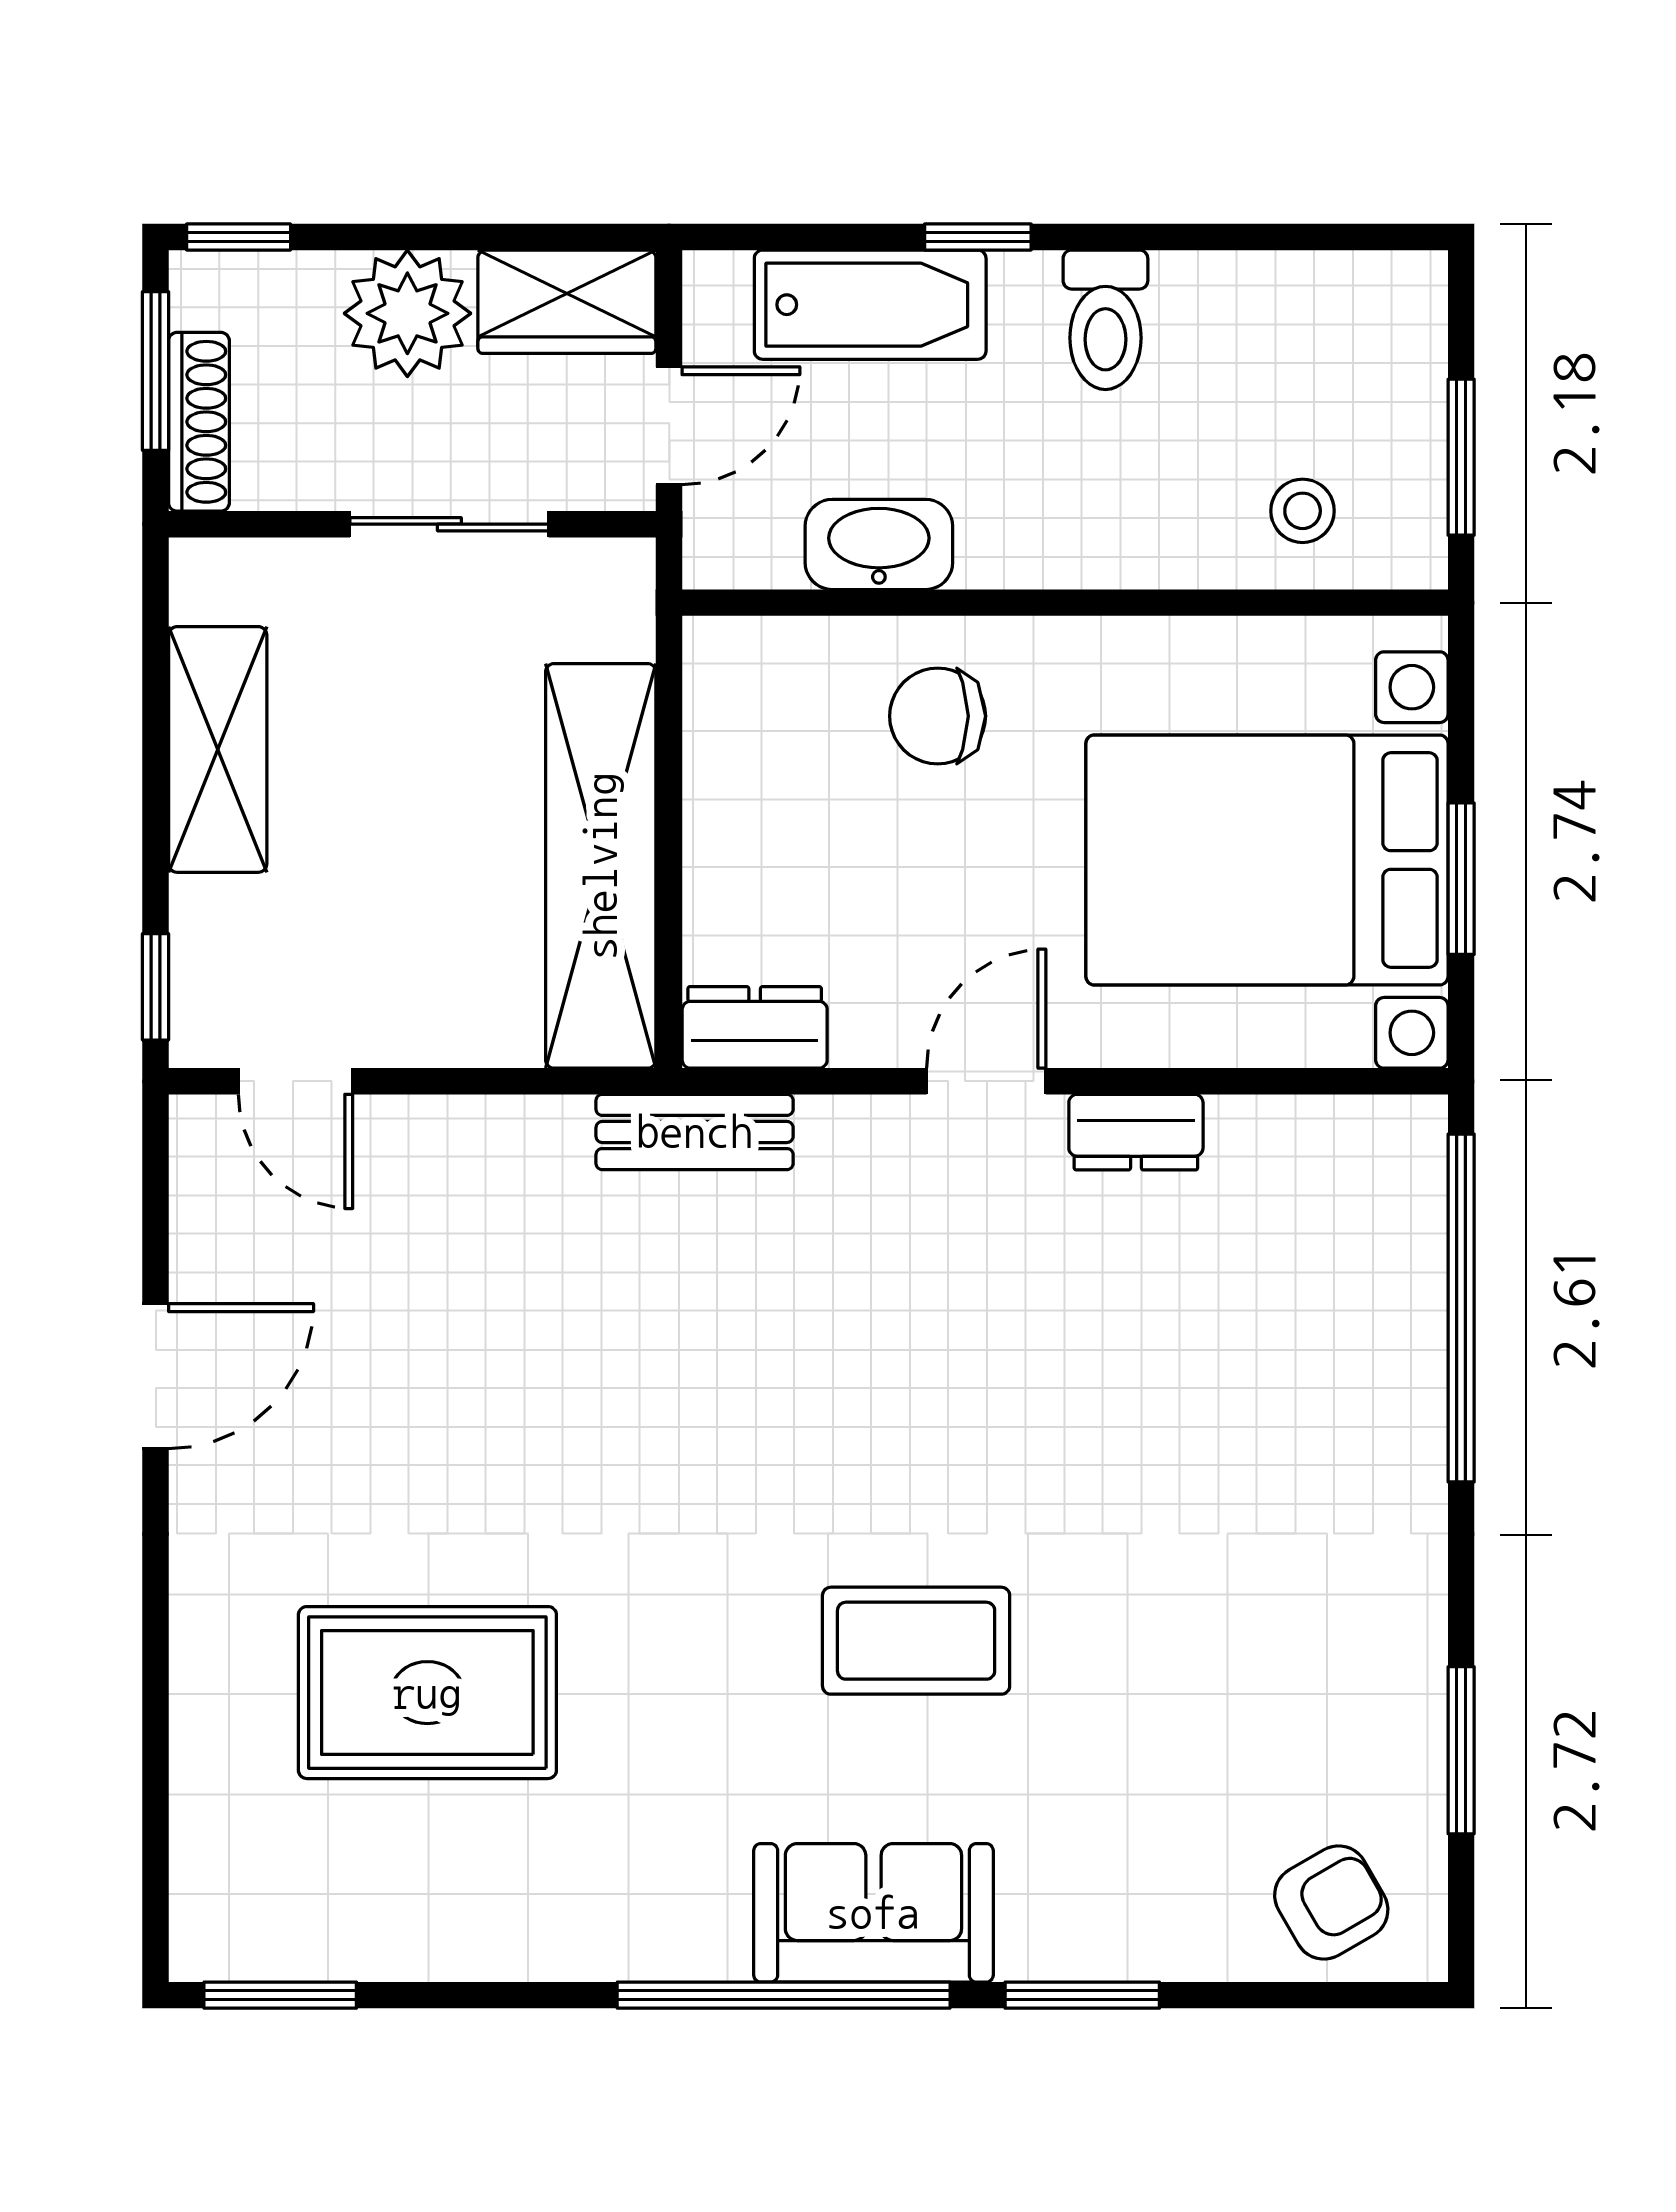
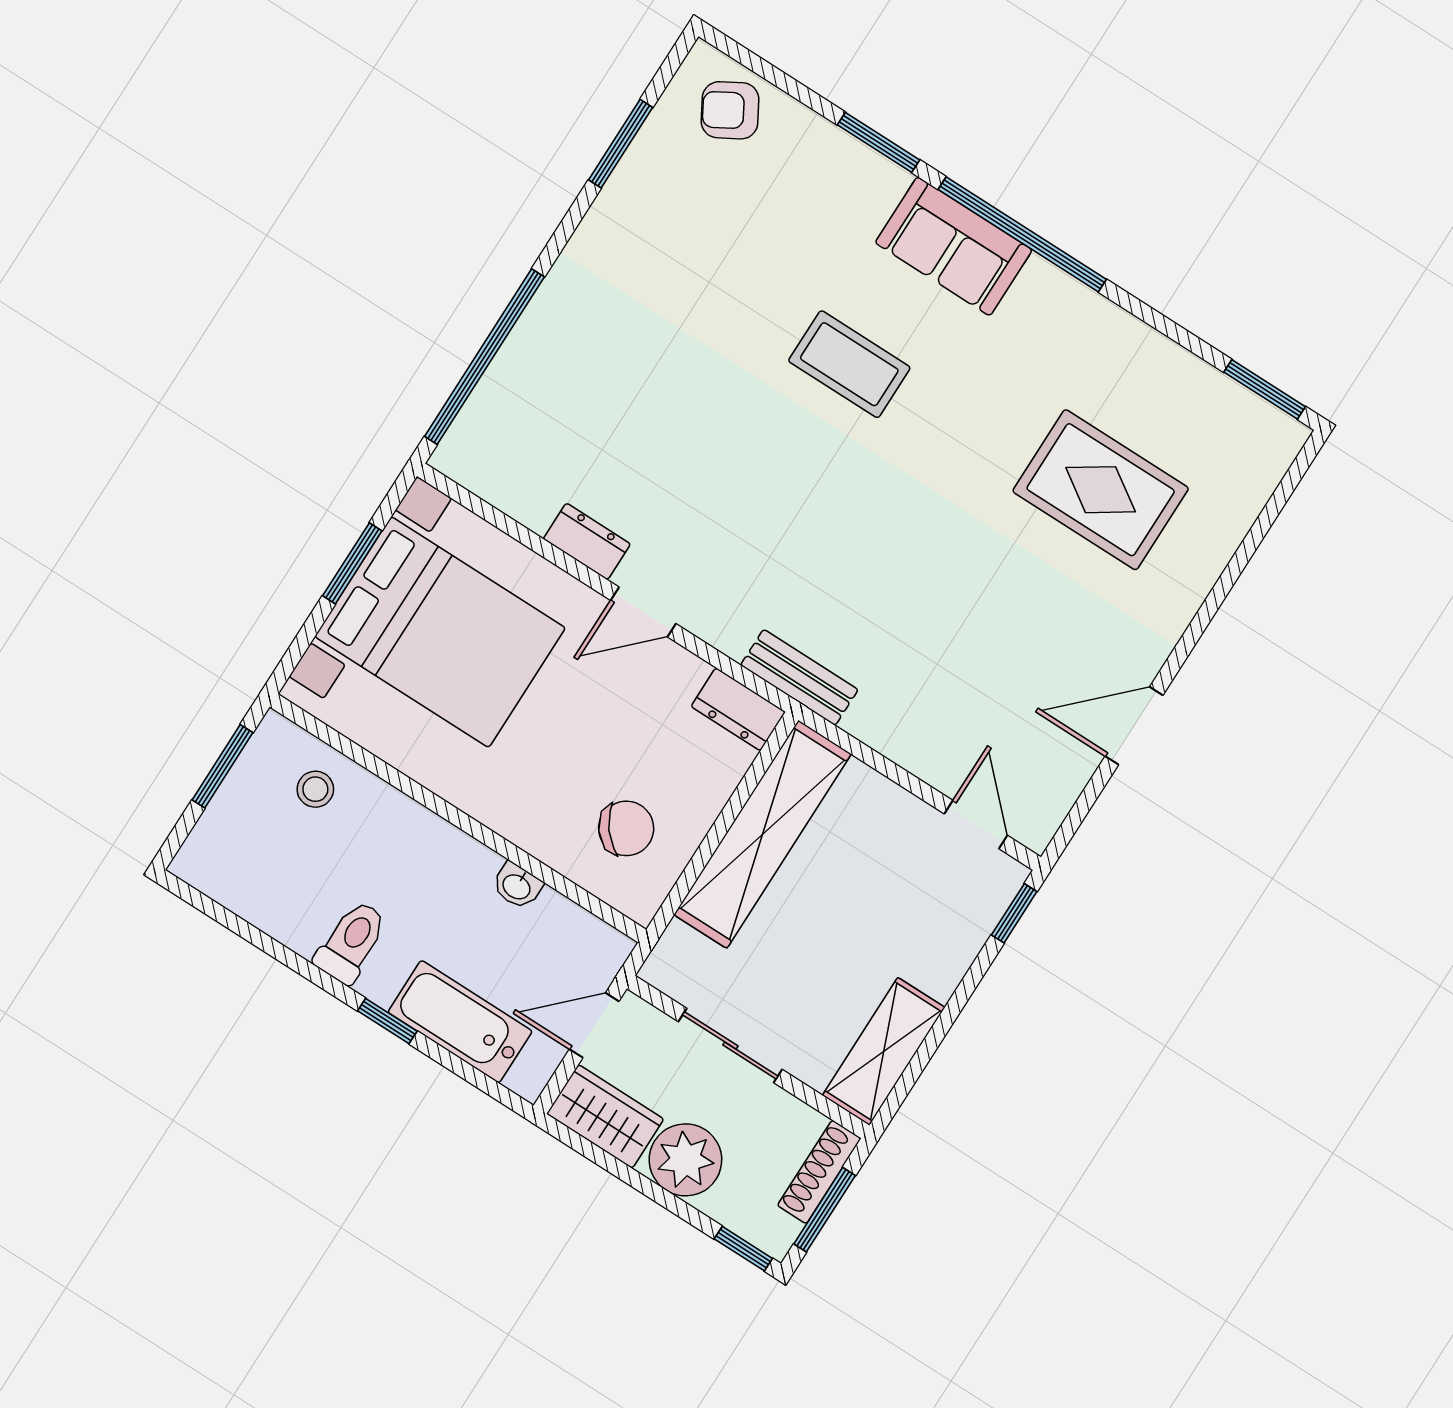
washbasin: (879, 544) -> (517, 886), width x0.52, depth x0.69
chair: (938, 716) -> (626, 828), moved, turned -38
shelving: (218, 749) -> (884, 1051), moved

